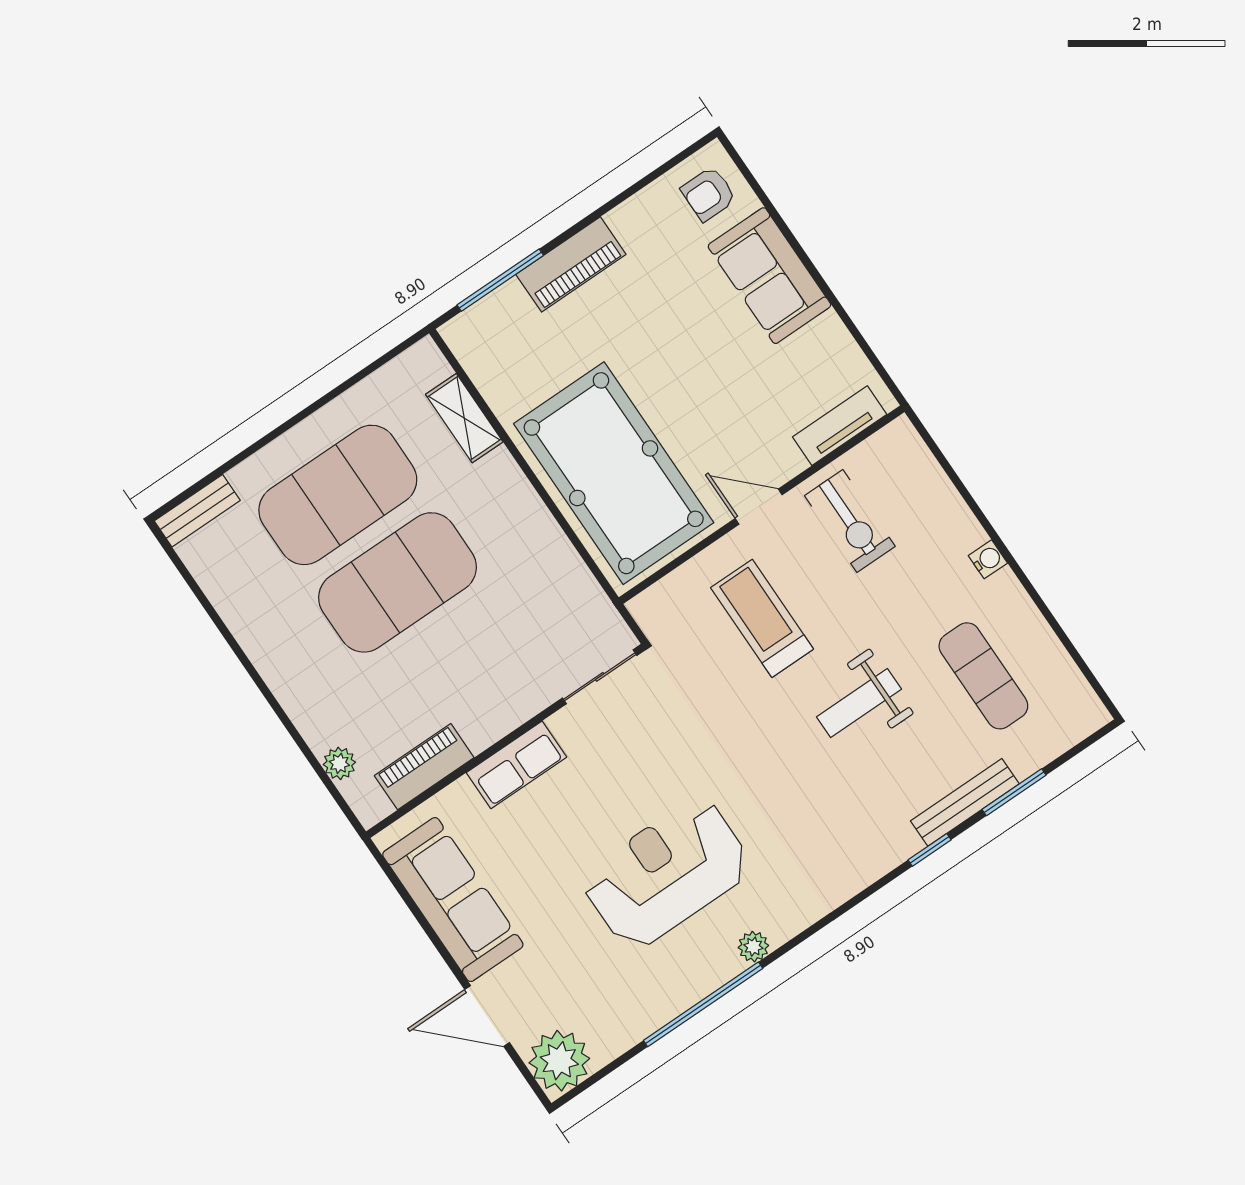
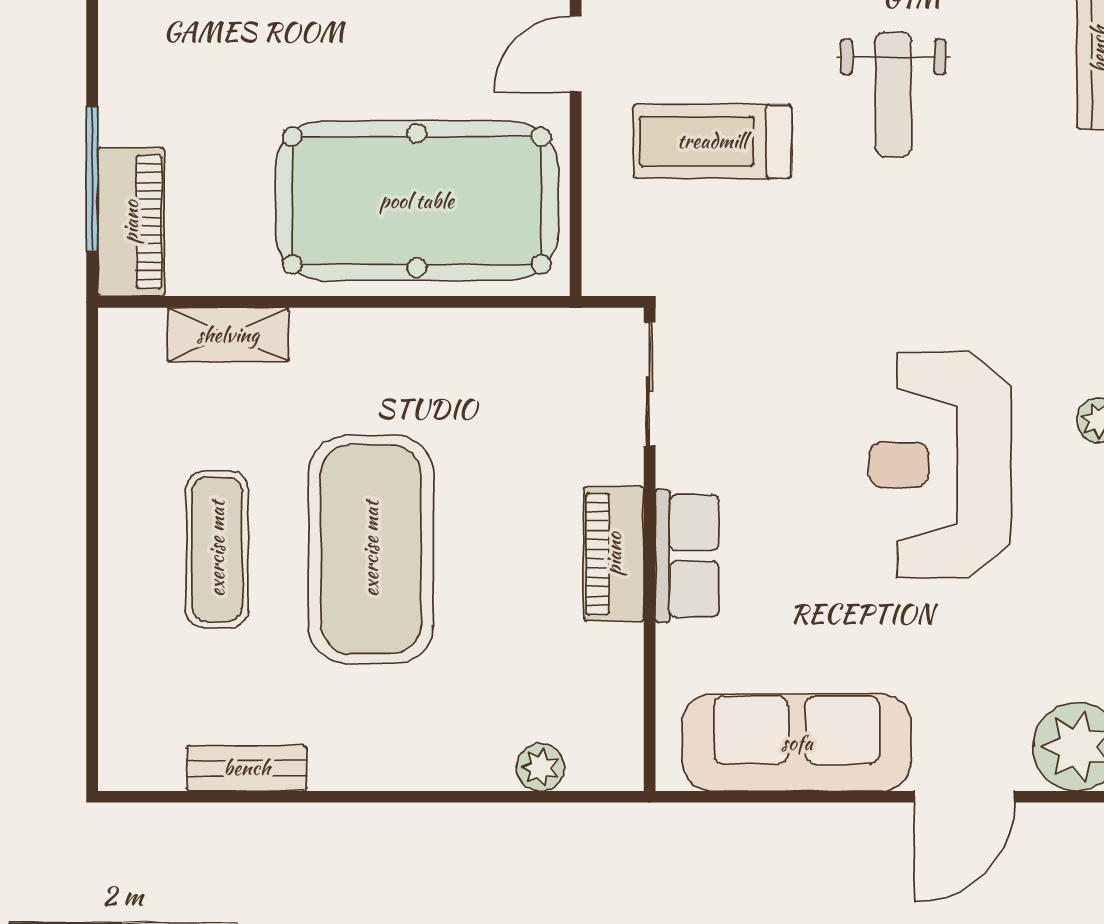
piano: (571, 264) -> (131, 222), moved
exercise mat: (338, 495) -> (217, 549), width x0.50, depth x0.69
bench: (197, 511) -> (247, 768), moved, turned 90
piano: (424, 767) -> (614, 554), moved

